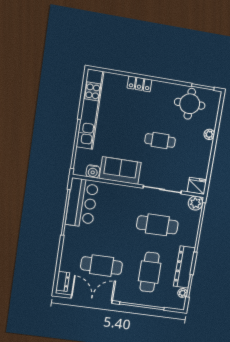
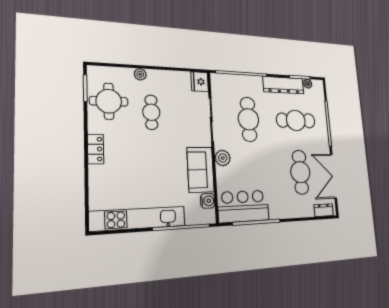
locker: (139, 84) -> (96, 149), moved
cafe table: (160, 140) -> (151, 112), moved
plant: (196, 203) -> (223, 158), moved

